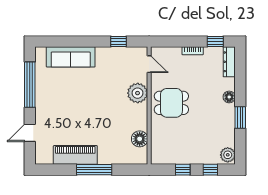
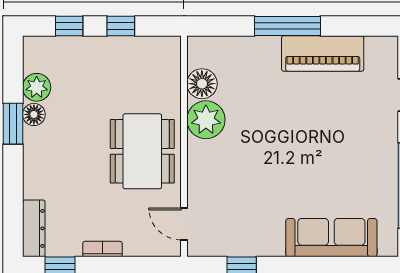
plant: (138, 93) -> (206, 120), moved
floor lamp: (229, 97) -> (34, 114), moved
dining table: (171, 103) -> (142, 151), width x1.38
plant: (228, 155) -> (37, 87), moved

